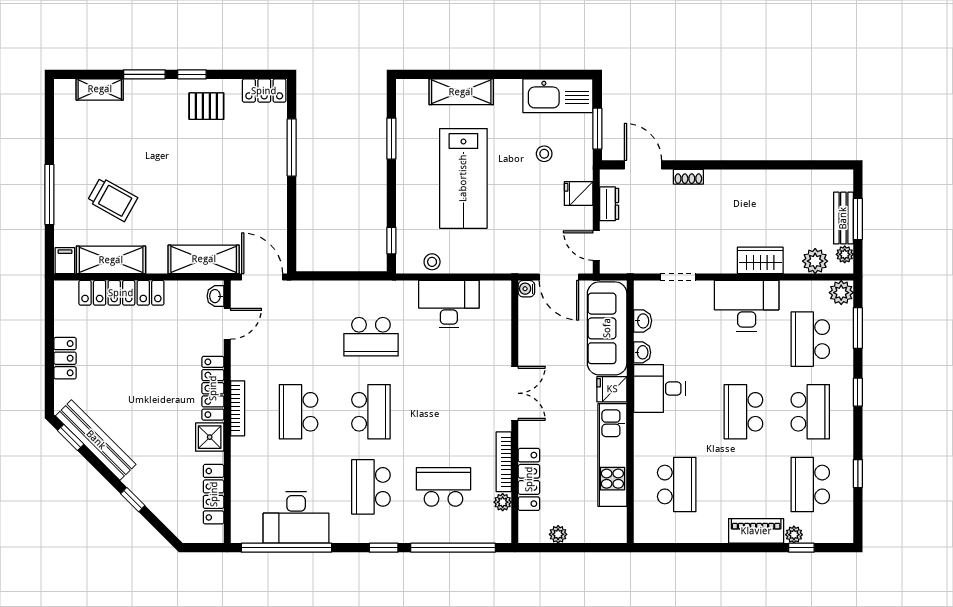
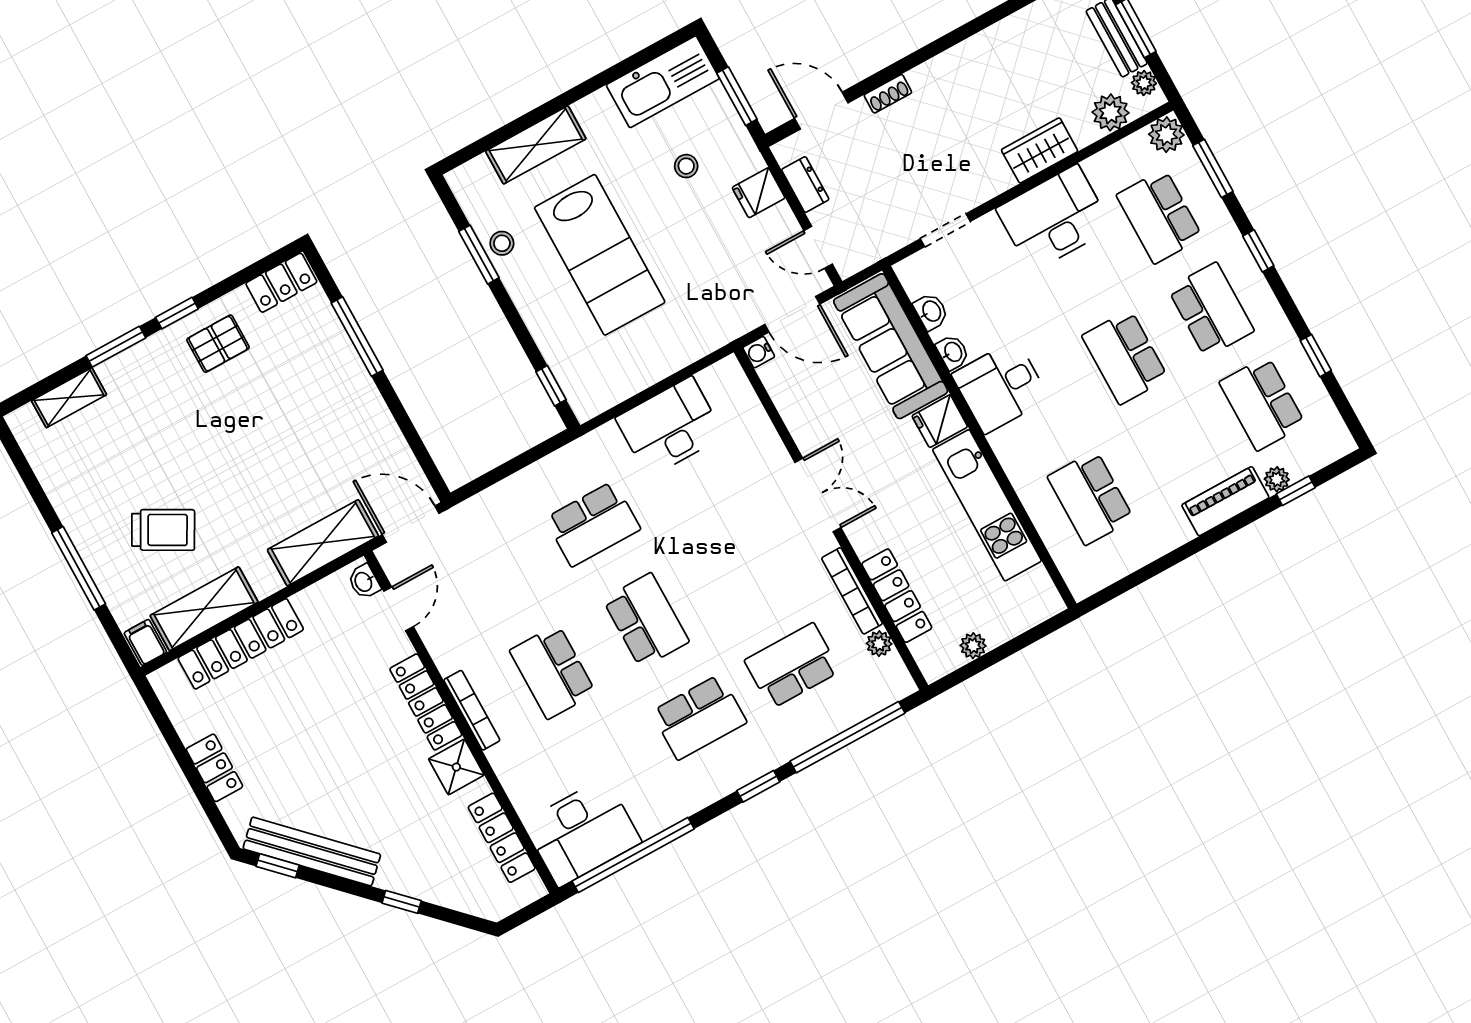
stool: (432, 262) -> (502, 243), moved
school desk: (677, 484) -> (1091, 498), turned 180
school desk: (371, 487) -> (699, 717), turned -90
desk: (296, 517) -> (582, 832), moved

